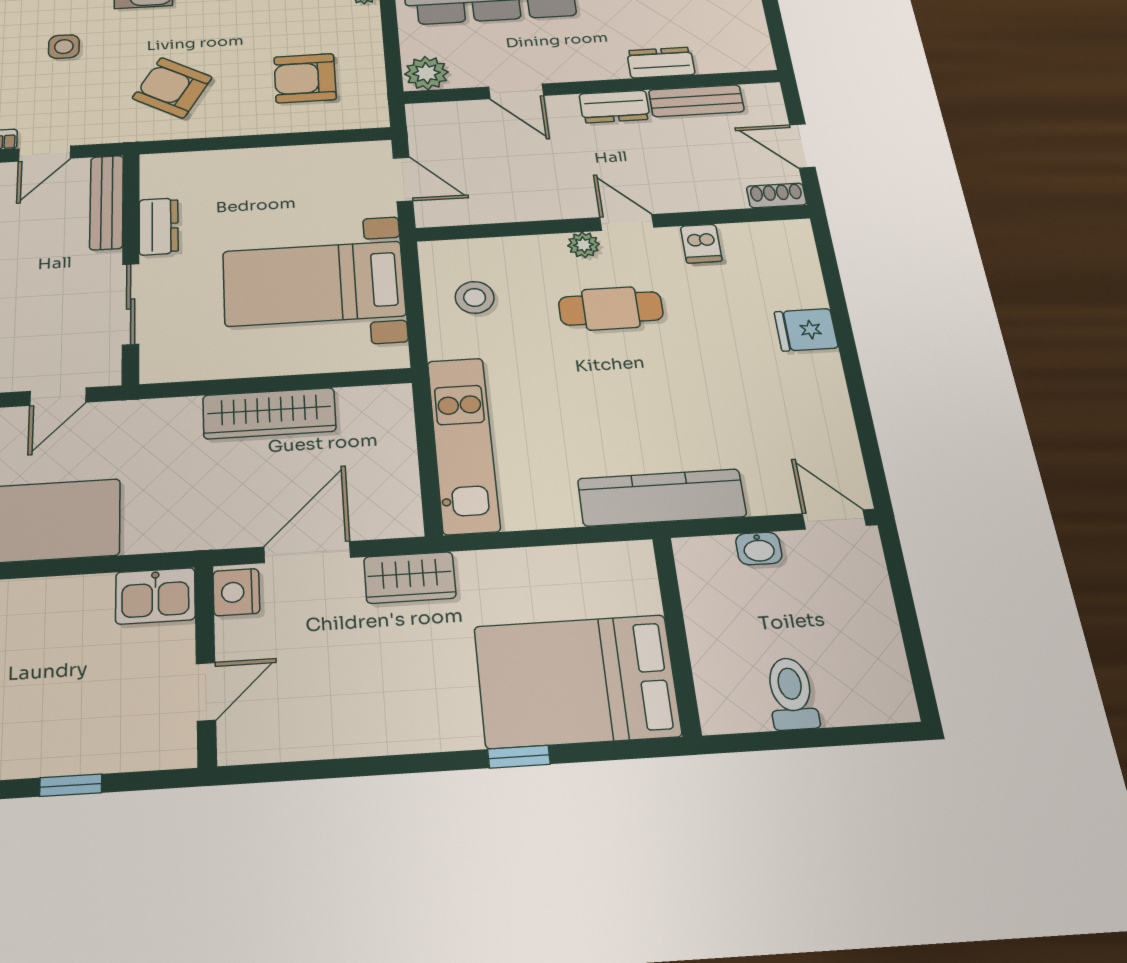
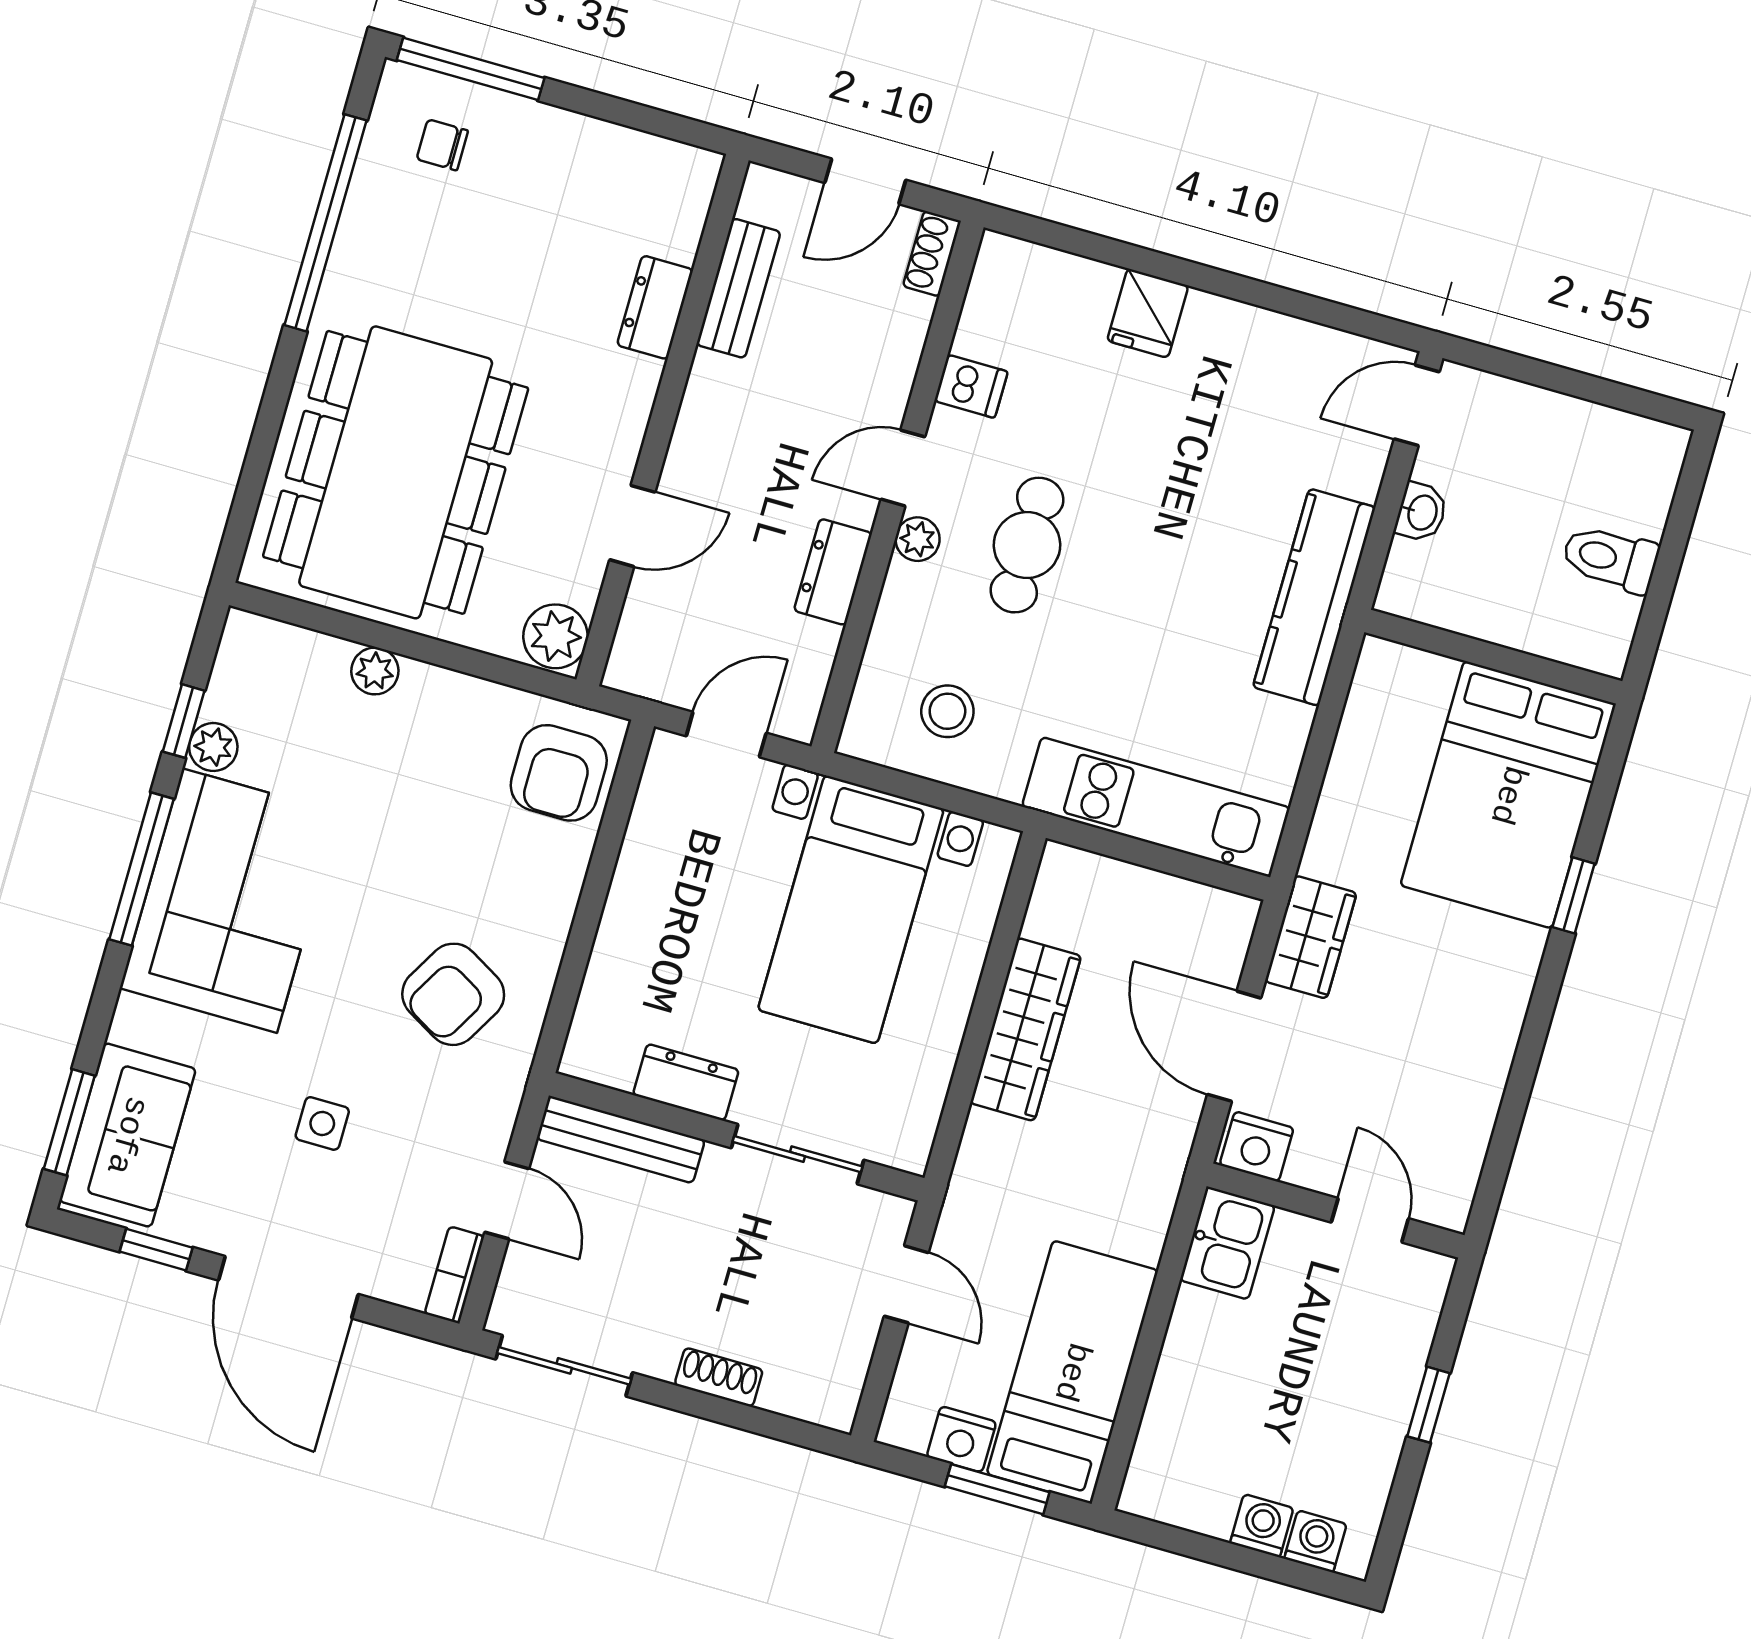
armchair: (305, 78) -> (559, 773), moved
dresser: (614, 107) -> (833, 572), moved, turned 180

